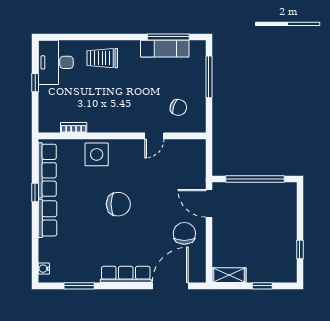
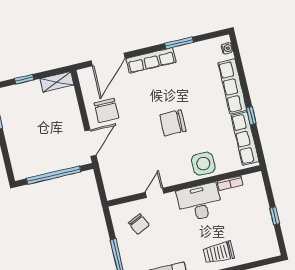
trolley: (102, 58) -> (219, 253), turned 180
desk: (56, 62) -> (199, 202), moved, turned -90
chair: (178, 107) -> (139, 224), turned -135
door: (209, 203) -> (90, 143), hinge flipped
row of seats: (47, 218) -> (232, 86), width x1.48
window: (79, 286) -> (179, 43), moved

